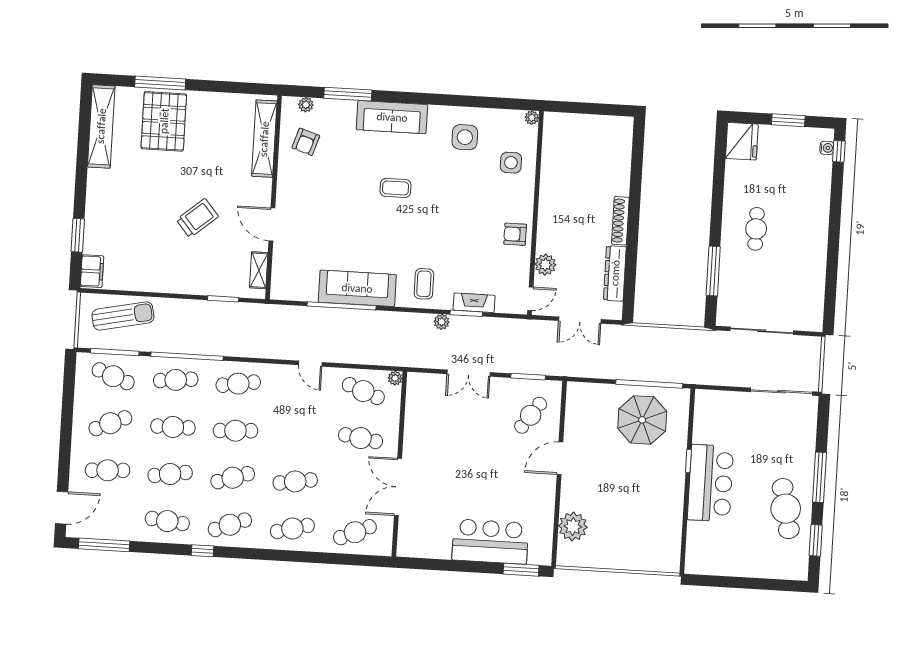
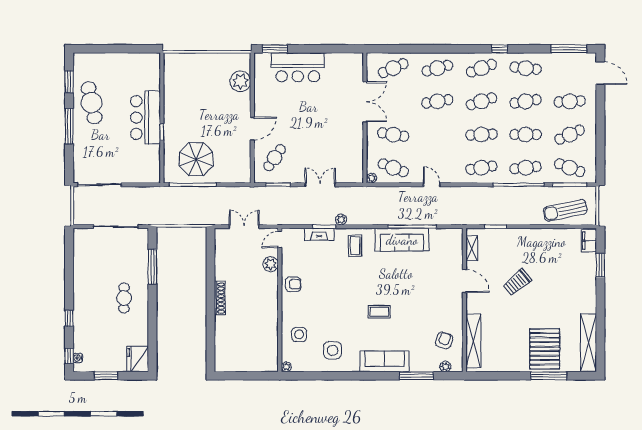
window: (836, 205) -> (69, 318), added
dresser: (615, 273) -> (221, 261), removed
door: (62, 508) -> (600, 73), swing flipped

